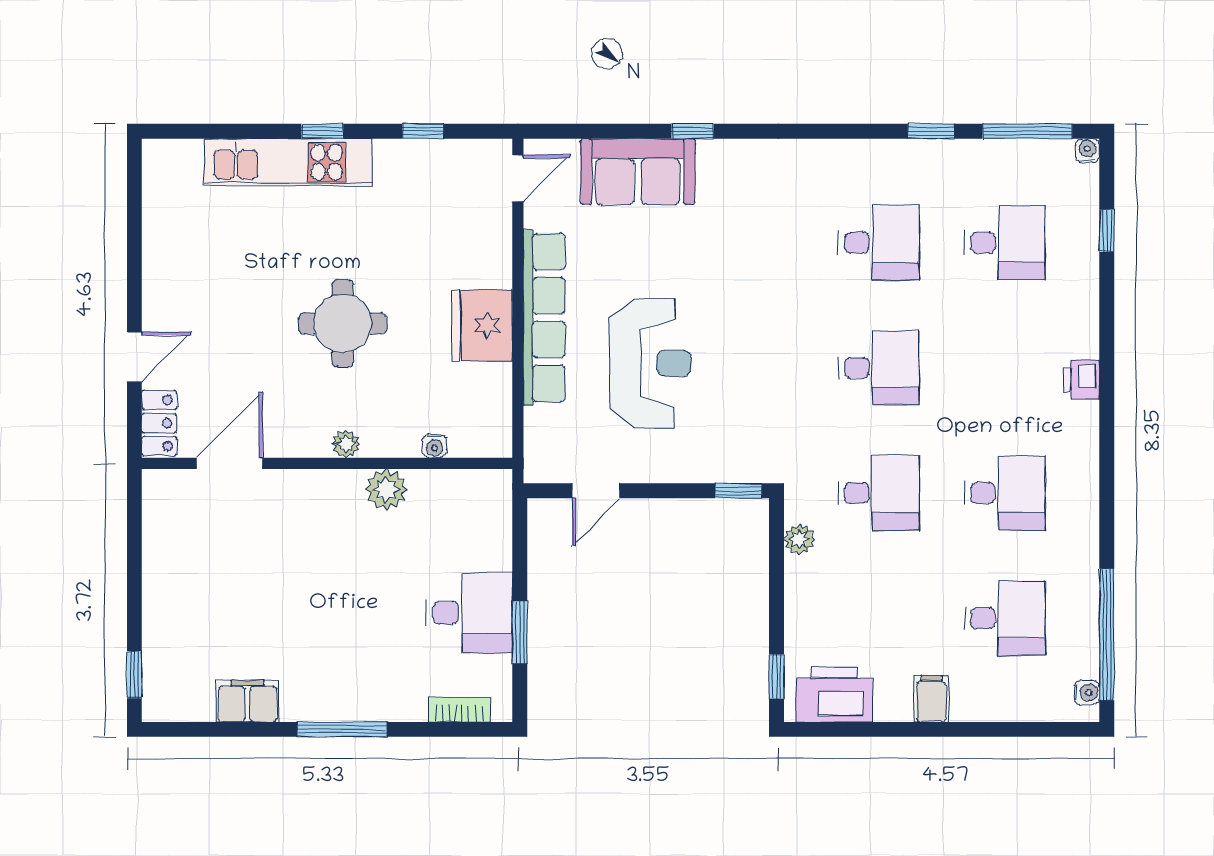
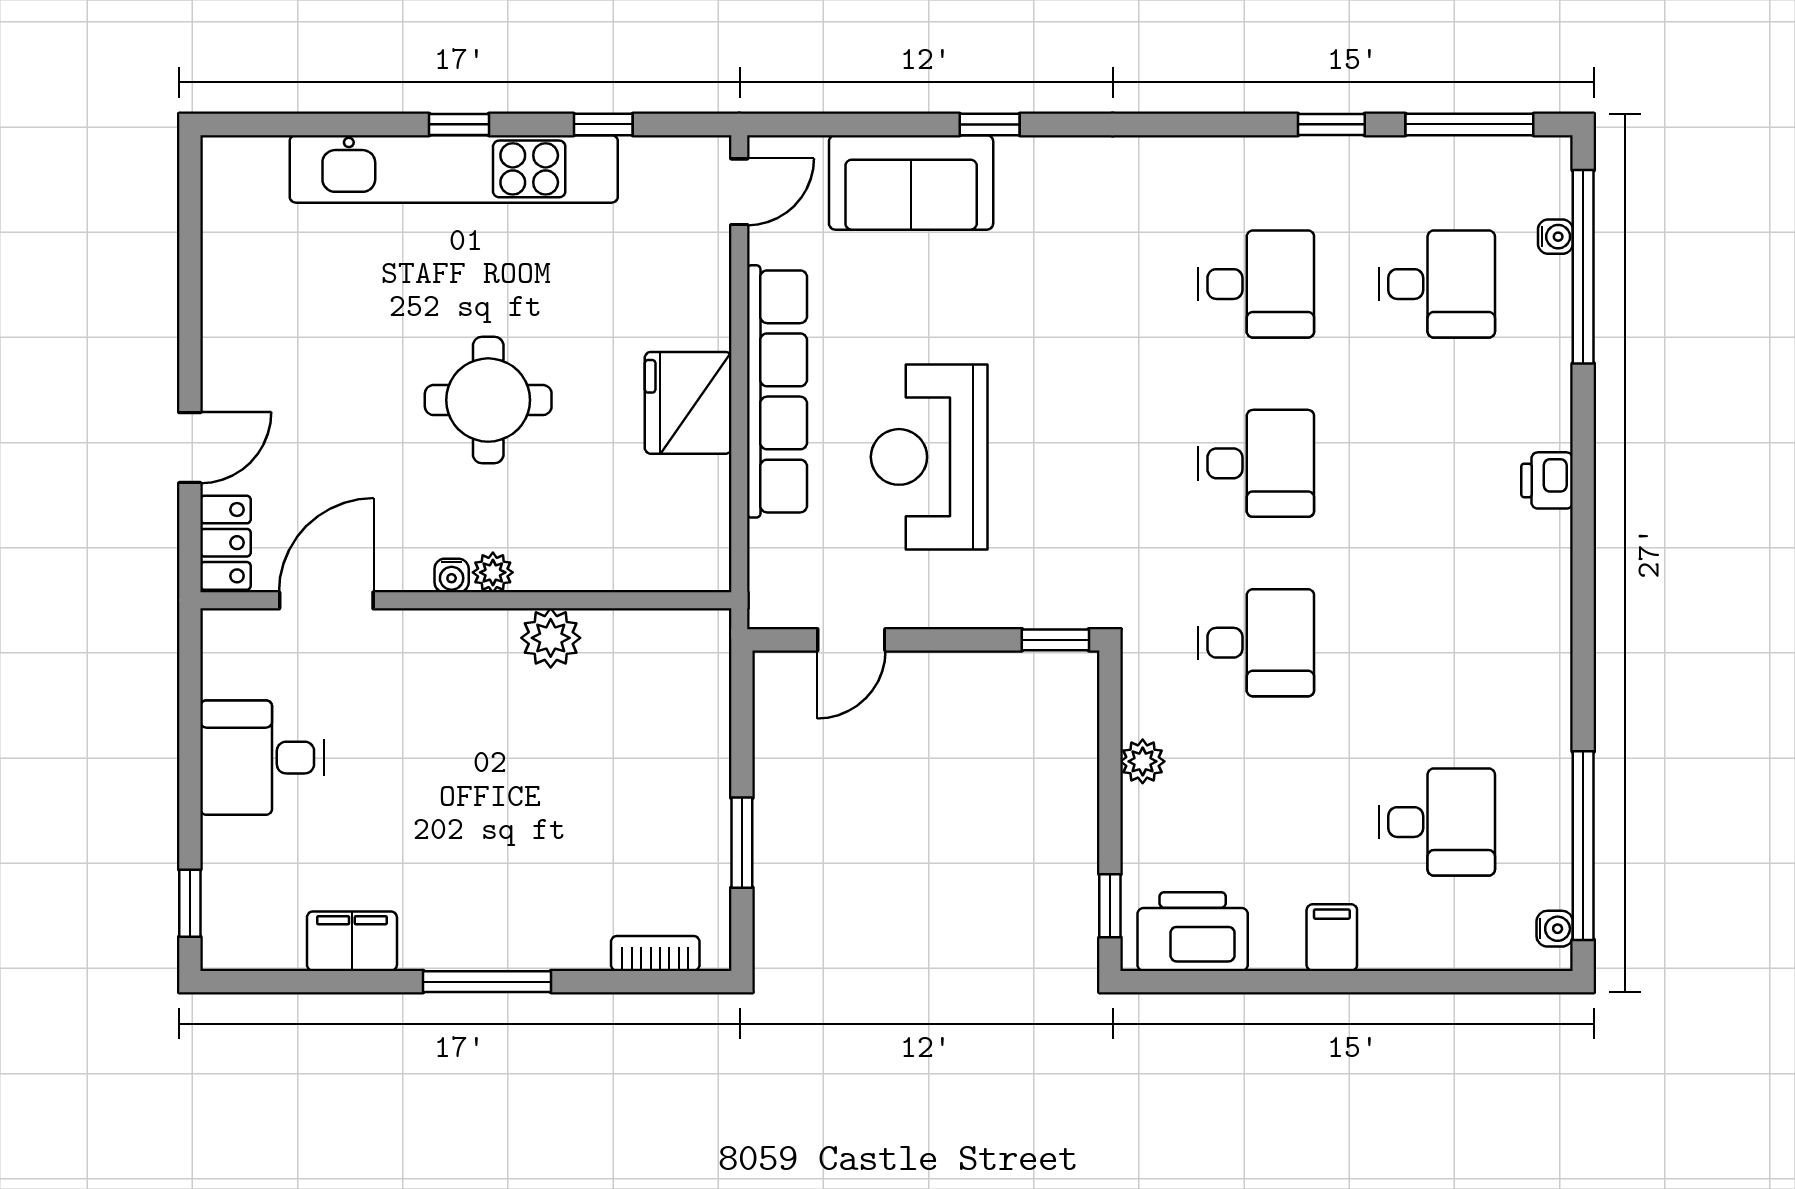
water cooler: (1087, 151) -> (1555, 237), moved, turned 90
kitchen unit: (288, 162) -> (454, 169), width x1.36
window: (1107, 231) -> (1583, 267), width x3.17
reception desk: (650, 363) -> (929, 457), turned 180
water cooler: (435, 446) -> (452, 576), moved
desk: (1005, 493) -> (1437, 643), removed
plant: (799, 539) -> (1143, 761), moved
desk: (469, 613) -> (262, 758), moved, turned 180

